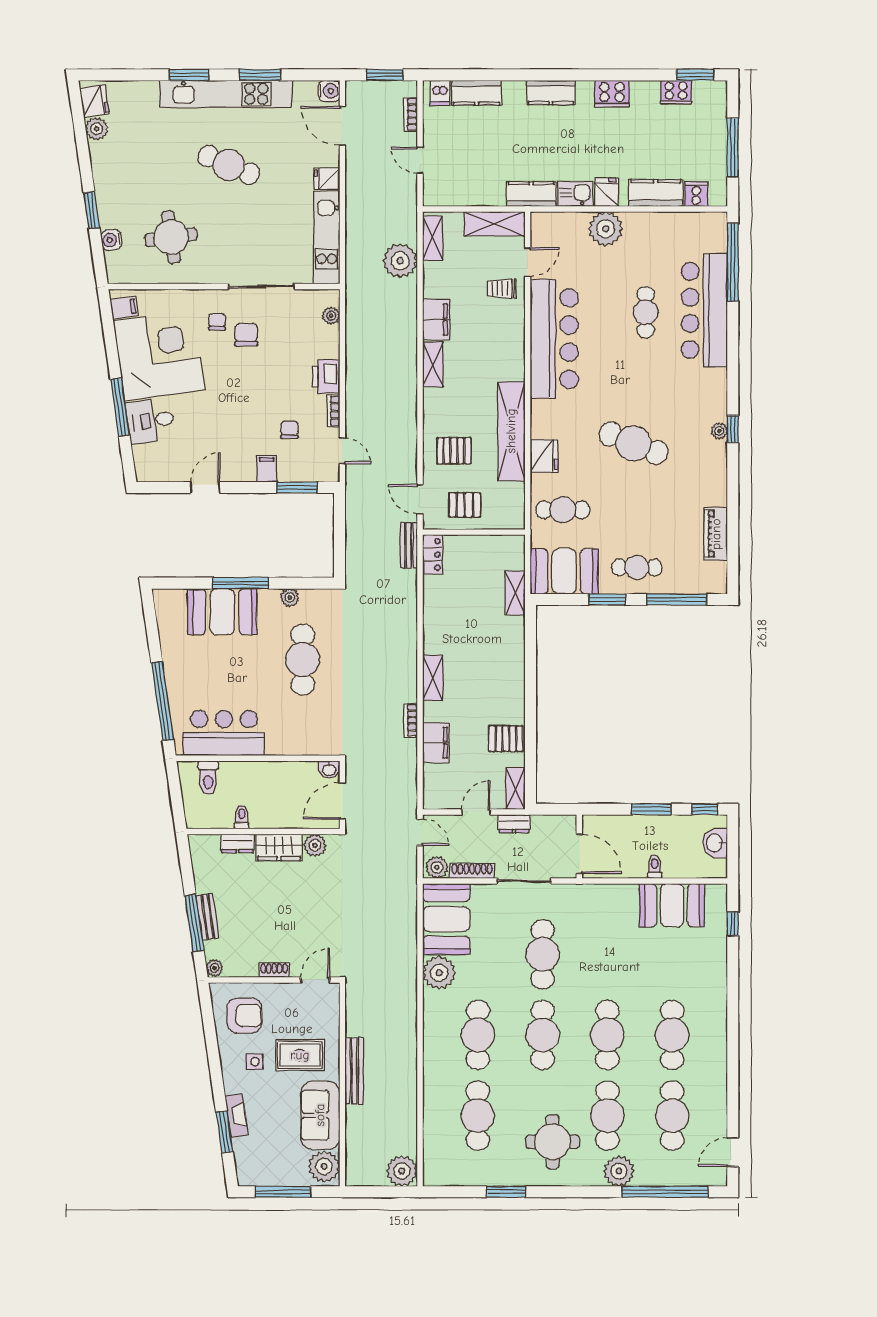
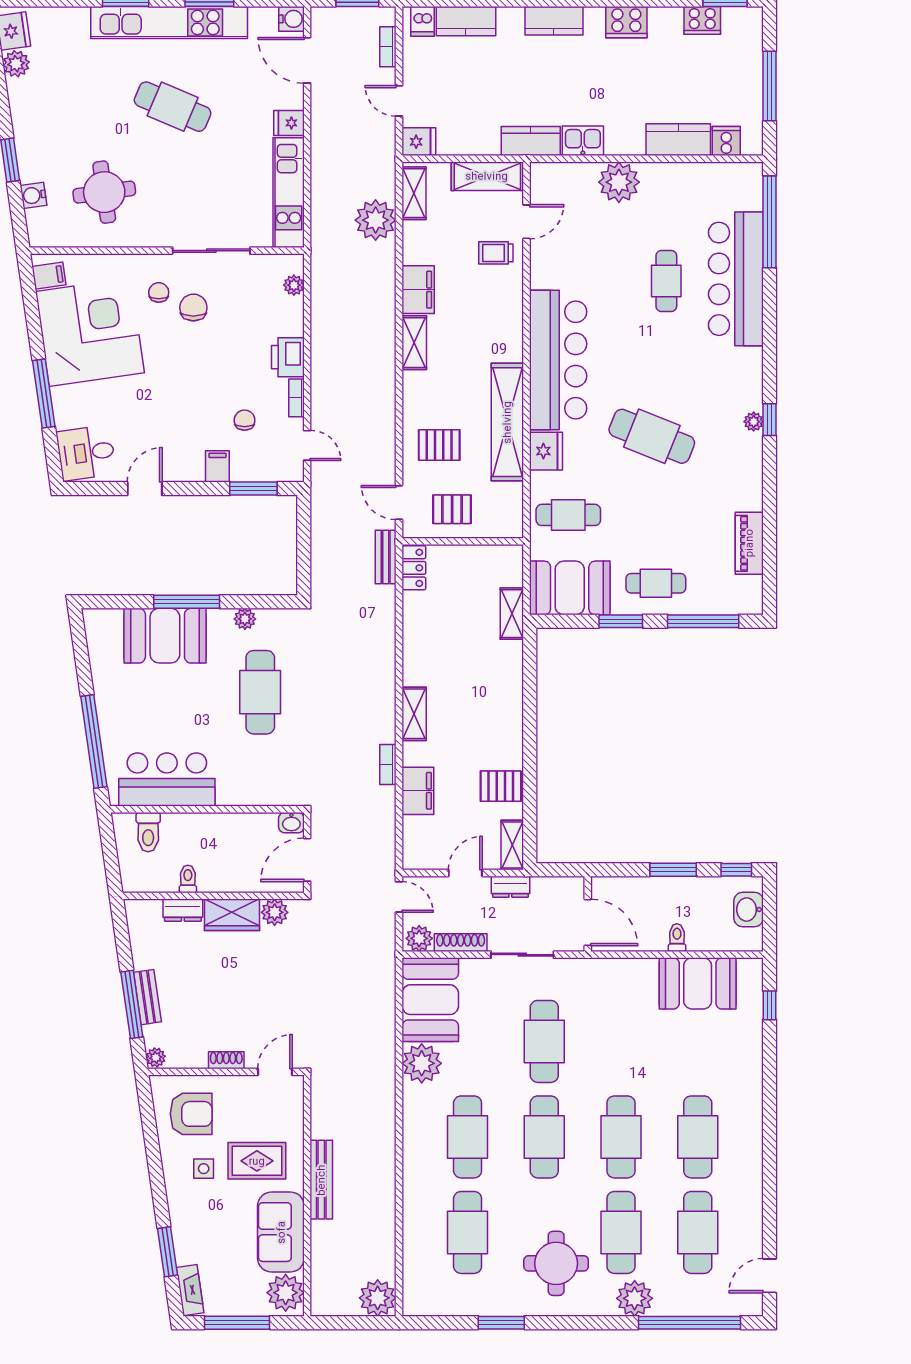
fridge: (606, 192) -> (419, 142), moved, turned 90
bar counter: (554, 339) -> (558, 360), moved
desk: (151, 421) -> (86, 453), moved
fireplace: (236, 1115) -> (190, 1290), moved

